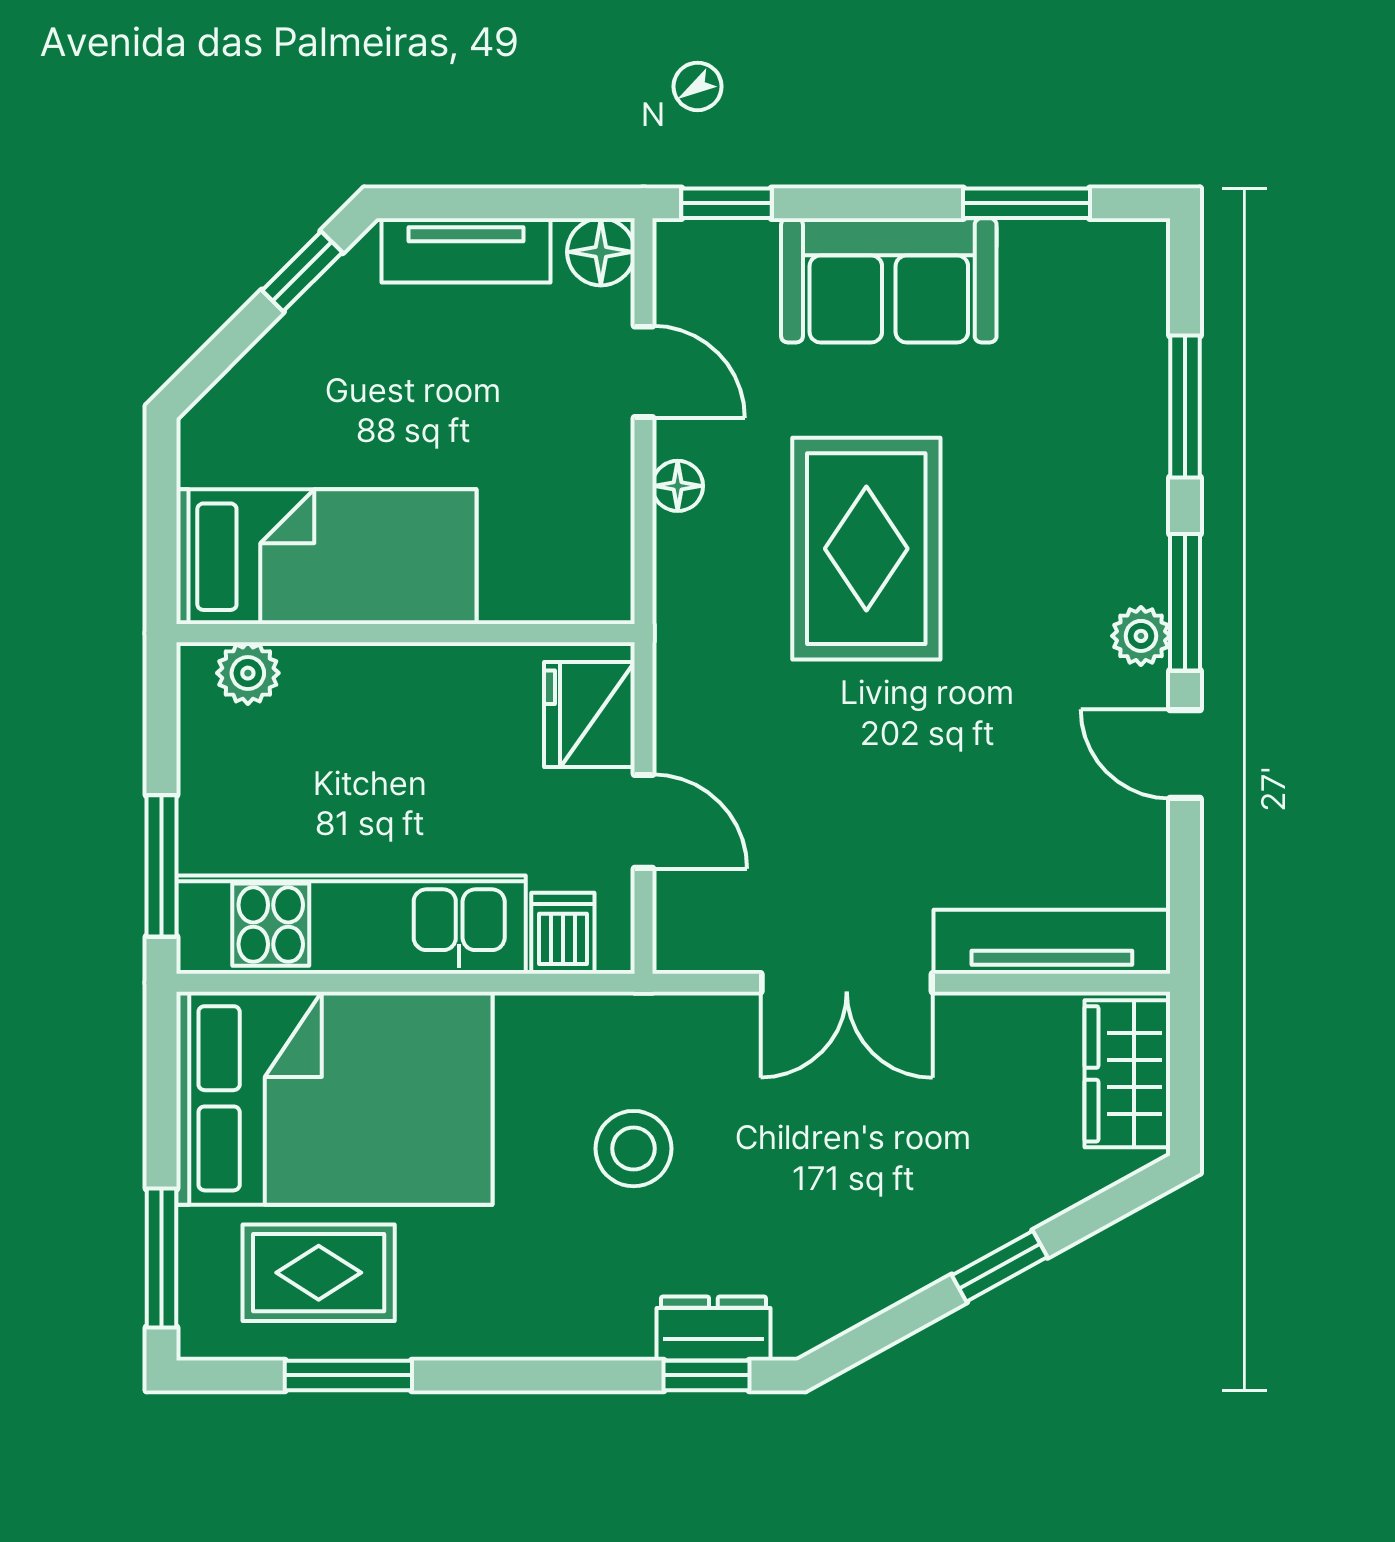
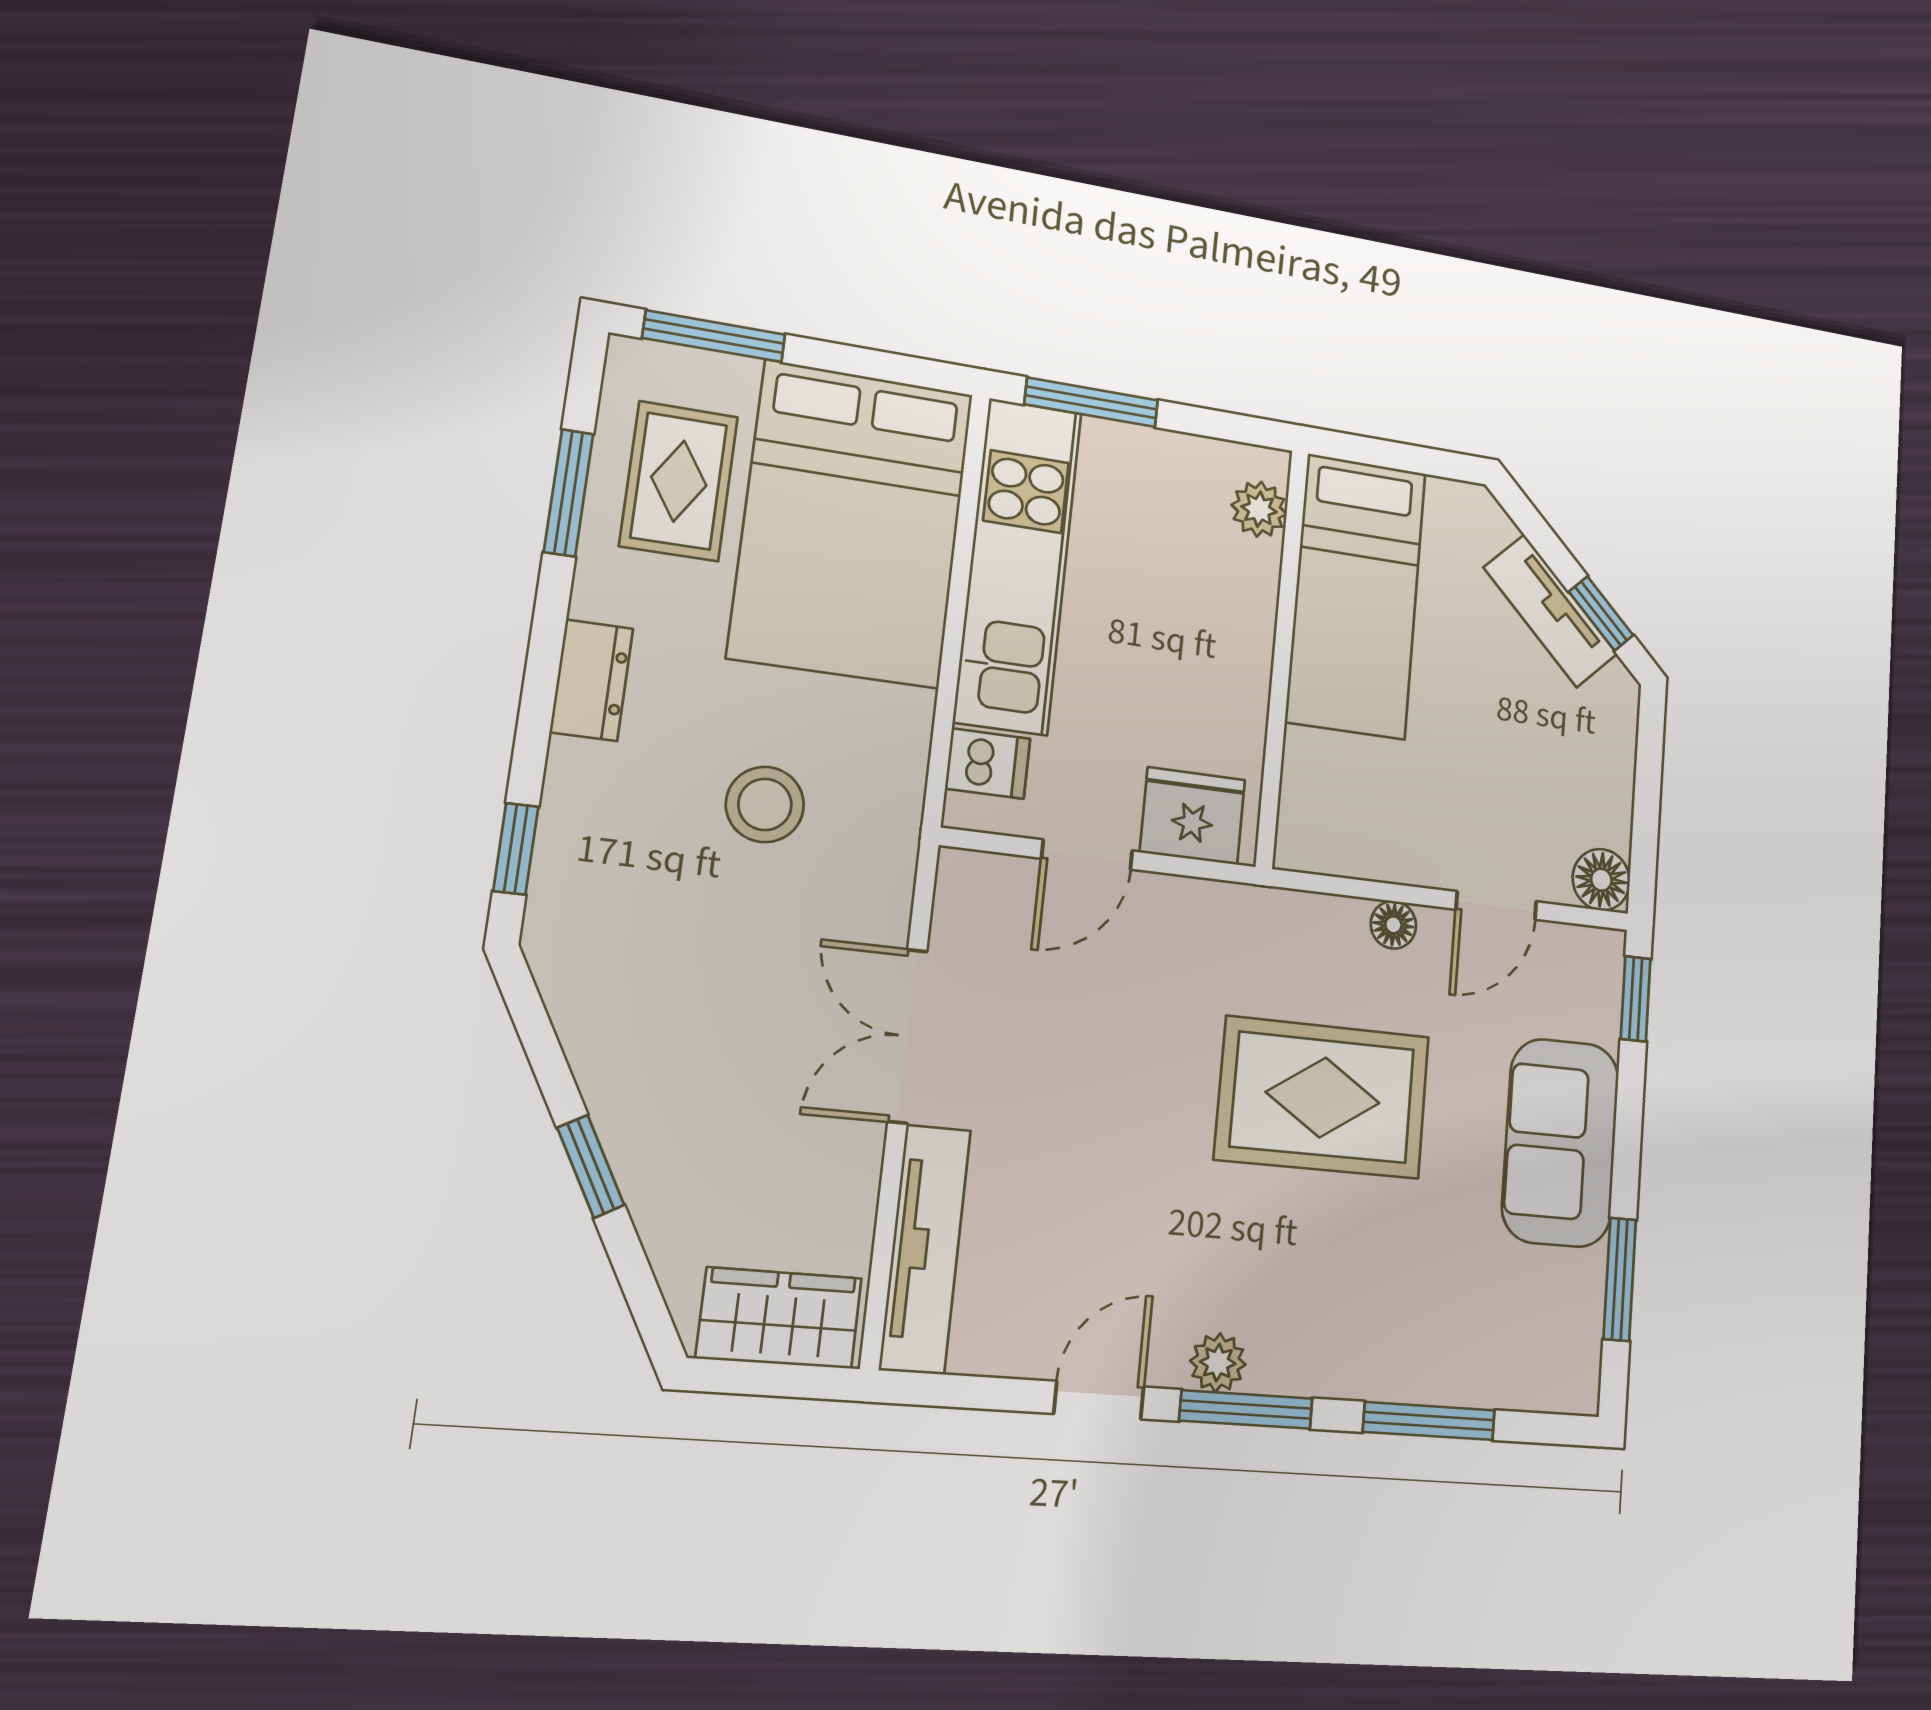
tv unit: (466, 250) -> (1550, 611), moved, turned -45
dresser: (713, 1328) -> (592, 680), moved

